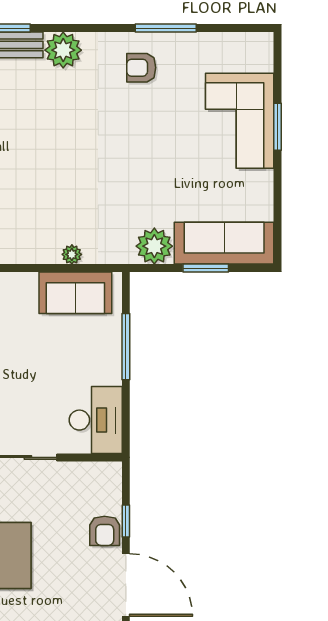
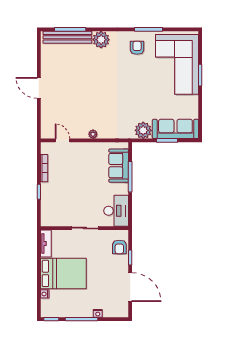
armchair: (141, 68) -> (137, 48), turned 90
corner sofa: (240, 121) -> (177, 64), width x1.36, depth x1.36
plant: (72, 254) -> (93, 134), moved
sofa: (75, 293) -> (119, 166), moved, turned 90
armchair: (105, 531) -> (119, 247), moved

